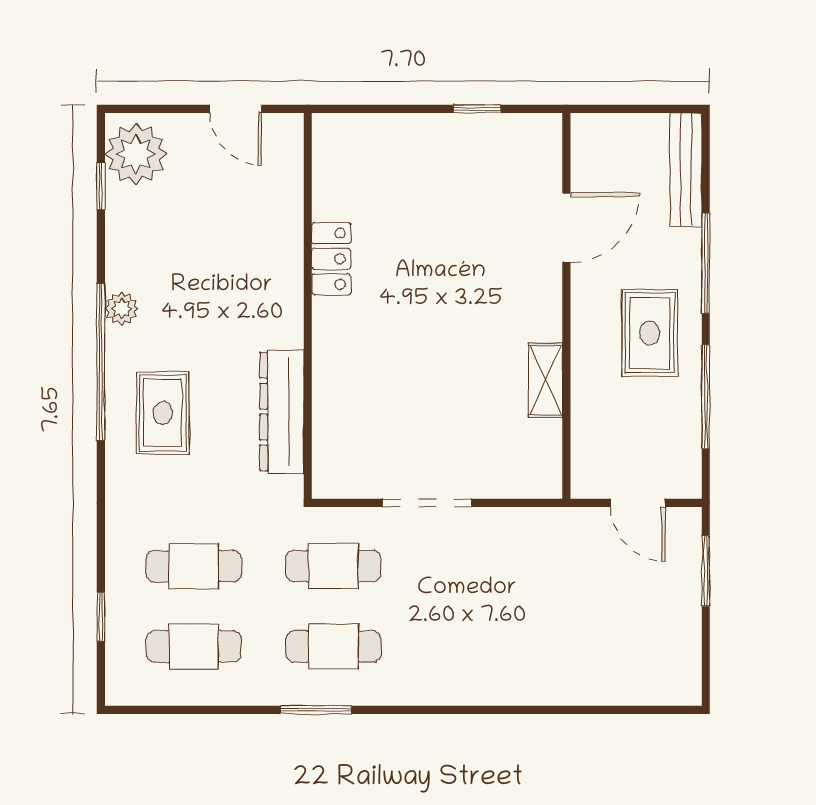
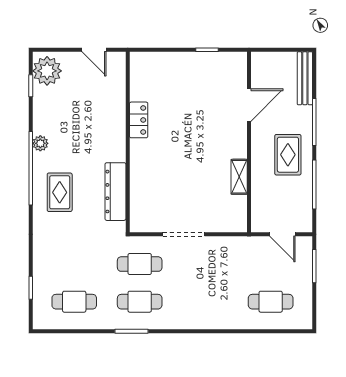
cafe table: (194, 566) -> (271, 302), moved

